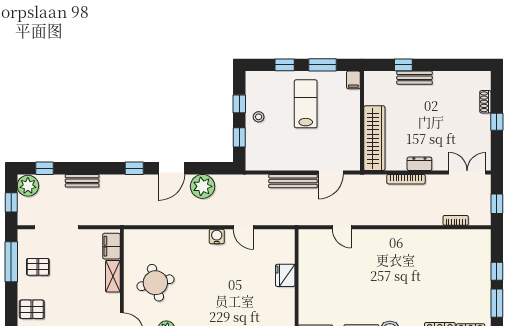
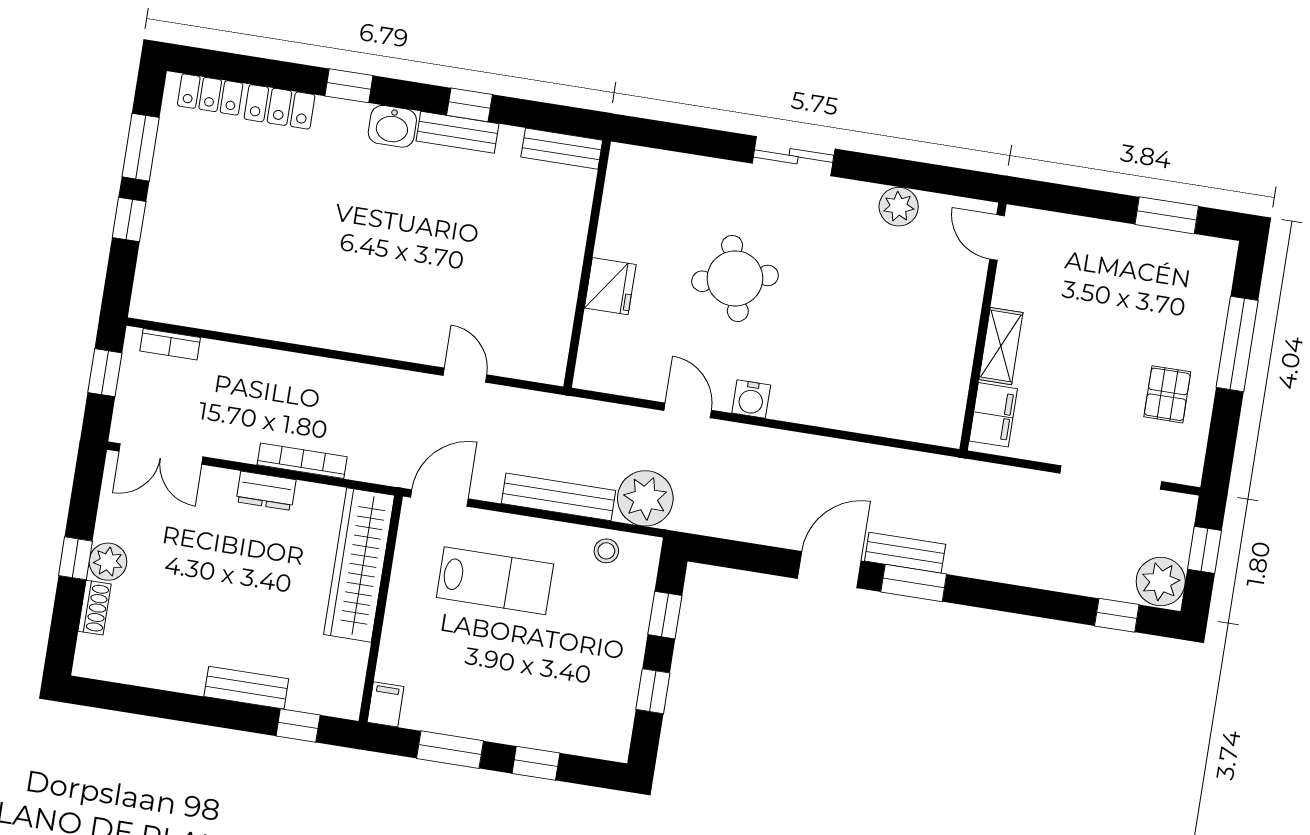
window: (403, 65) -> (298, 726), moved
lab bench: (306, 104) -> (495, 581), moved, turned -90
stool: (259, 117) -> (606, 551), moved
plant: (483, 122) -> (108, 562), added
window: (134, 168) -> (914, 583), width x1.50
door: (331, 172) -> (439, 498), moved
bench: (82, 181) -> (905, 553), moved
plant: (203, 186) -> (645, 498), moved
bookcase: (456, 220) -> (170, 344), moved
window: (11, 262) -> (1237, 344), moved
pallet: (38, 267) -> (1167, 394), turned 90
round table: (155, 283) -> (735, 278), moved
pallet: (32, 309) -> (1196, 300), removed

